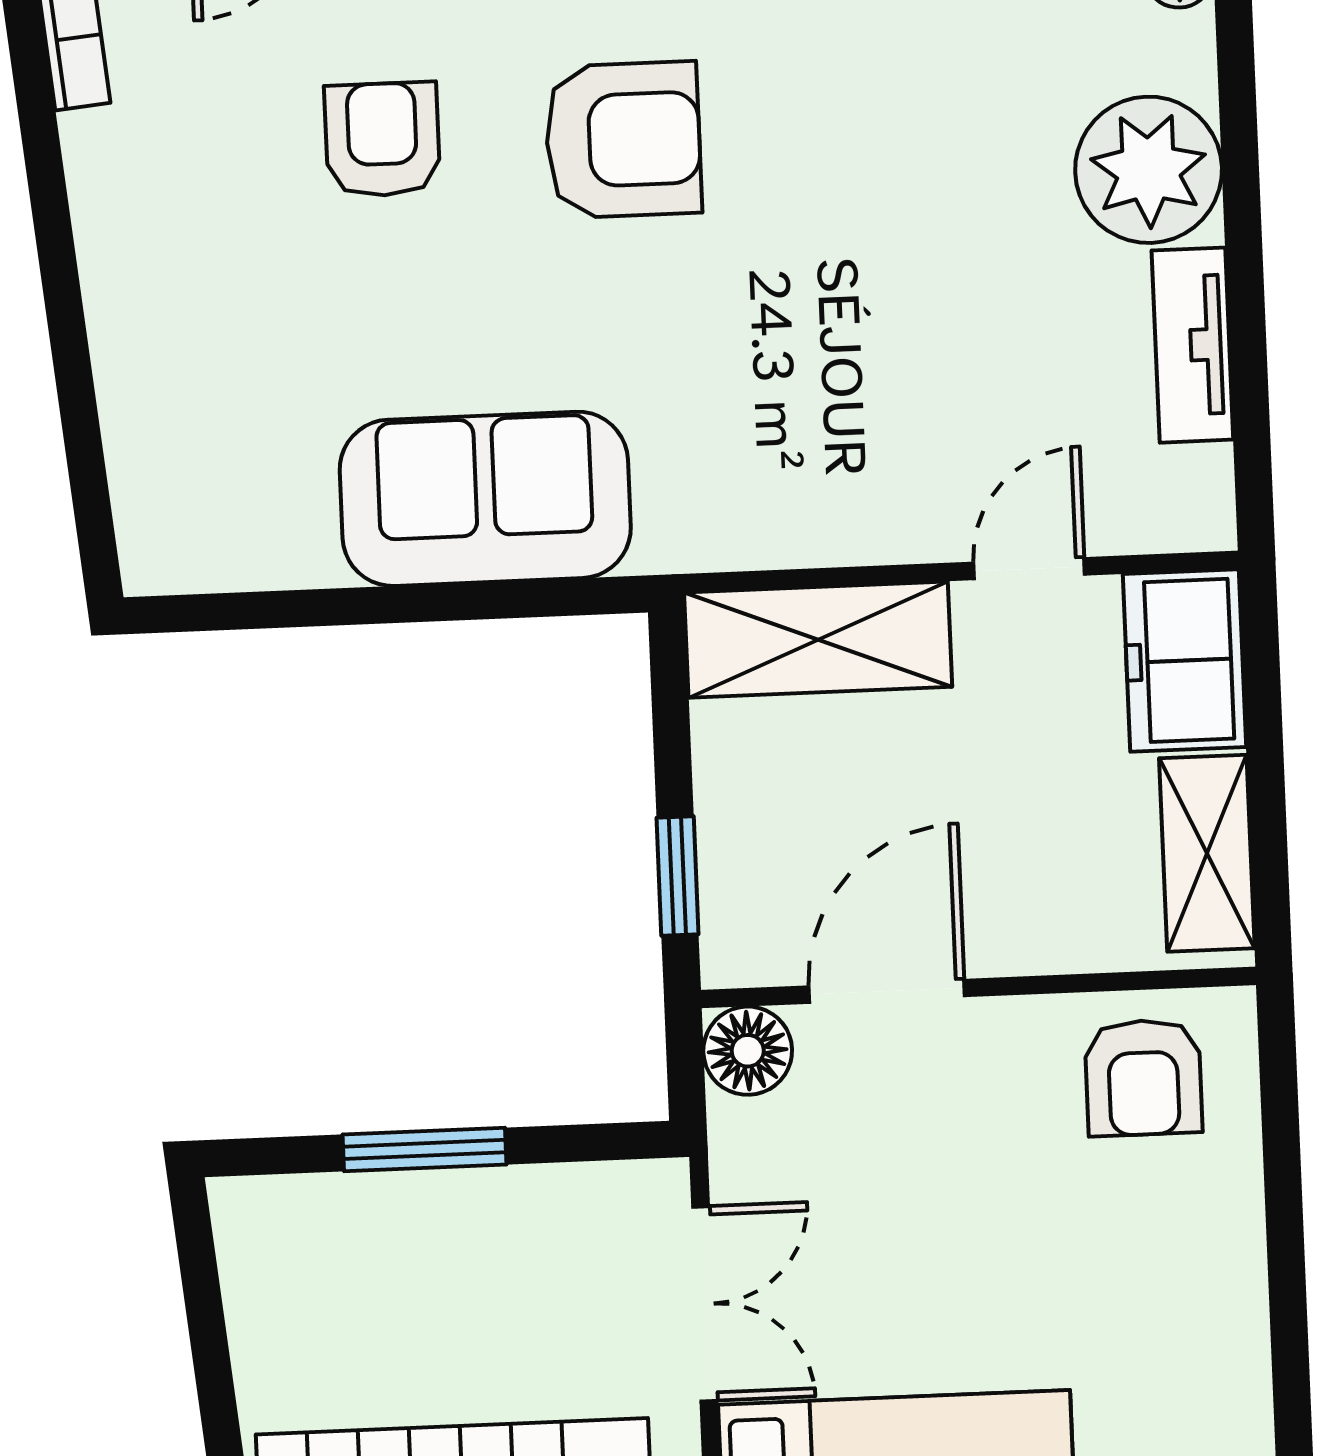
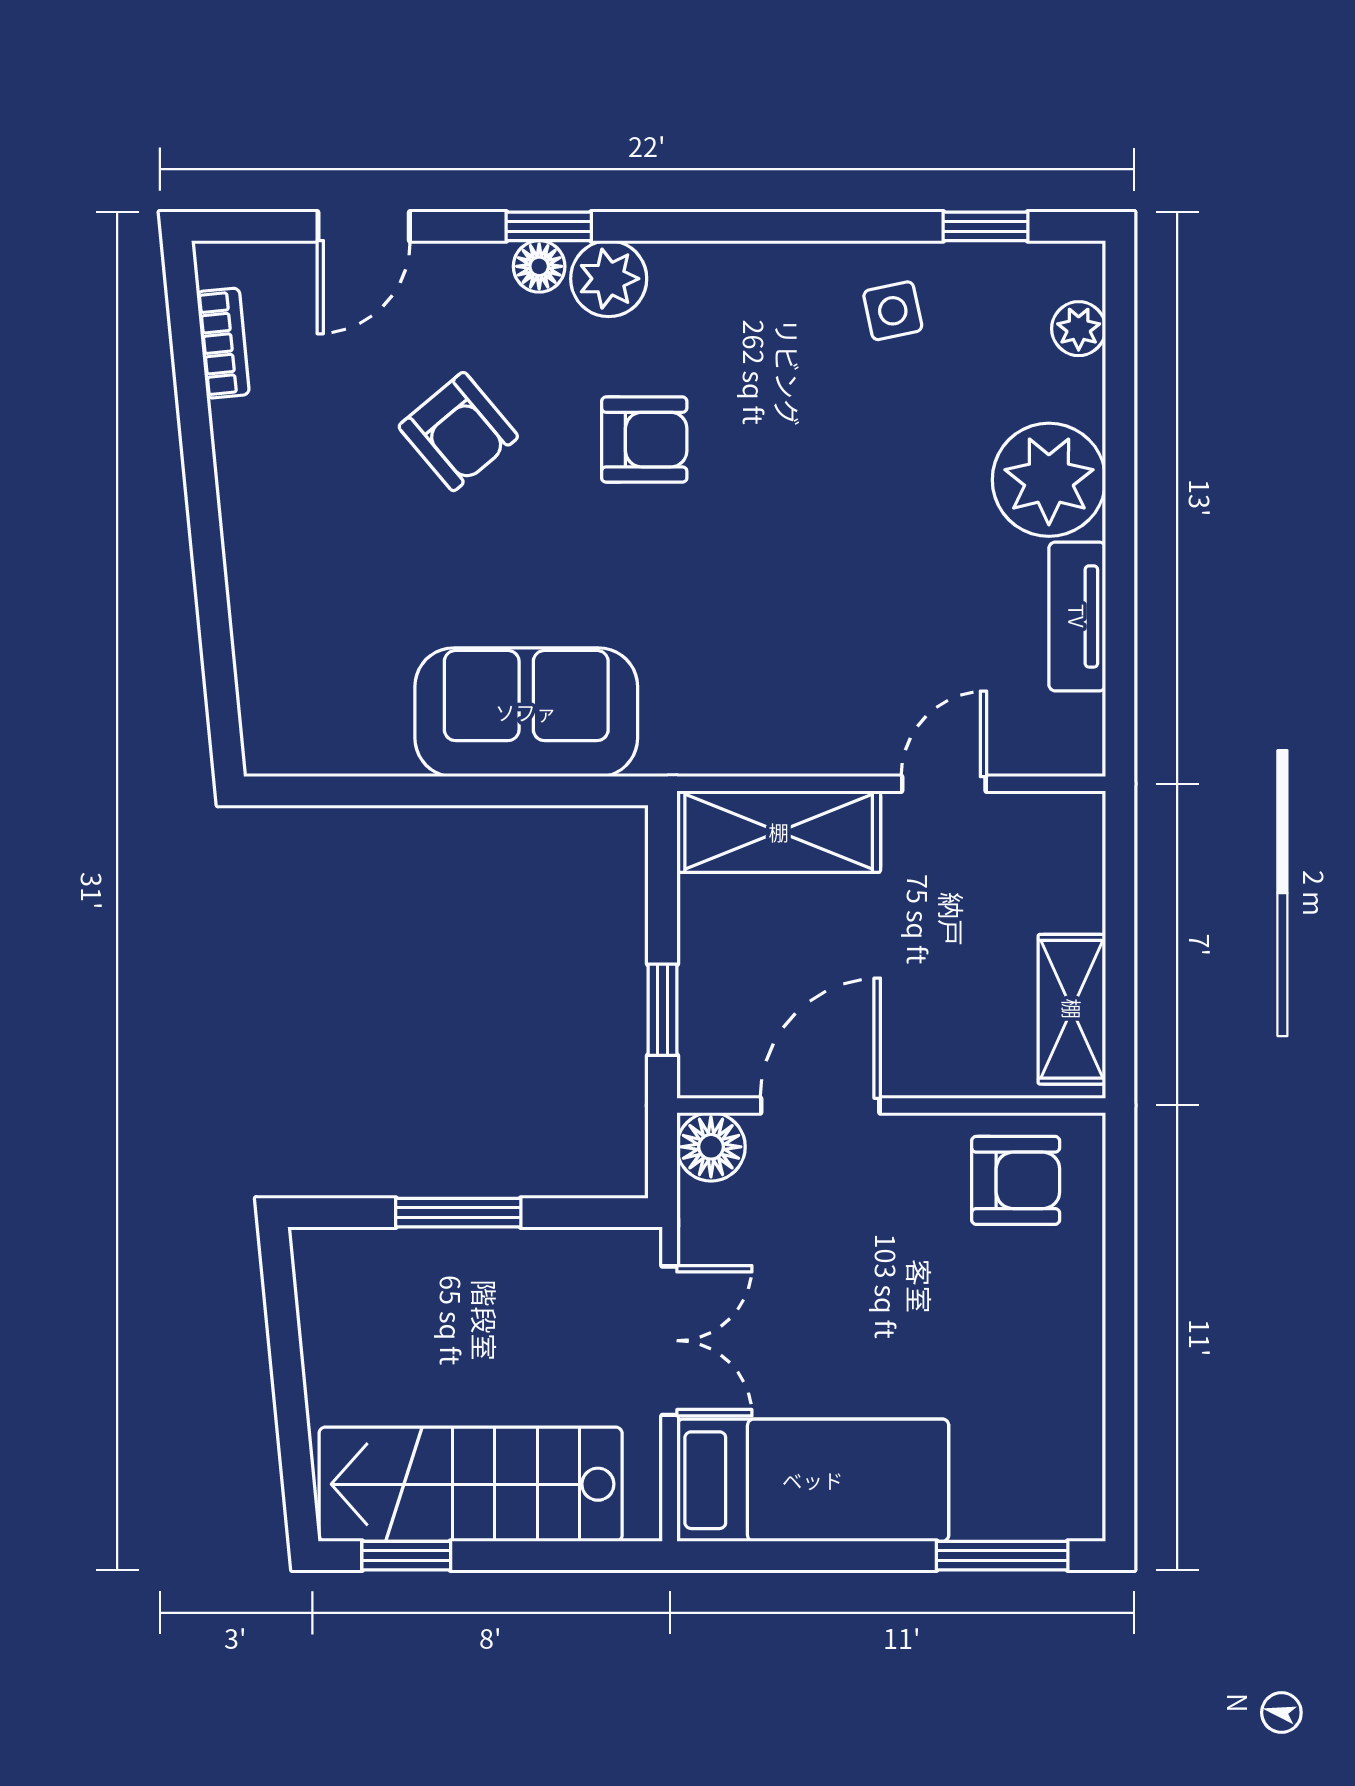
armchair: (382, 139) -> (458, 432), turned 140
armchair: (623, 140) -> (644, 440), width x0.72, depth x0.72
freezer: (1185, 661) -> (1061, 860), removed
armchair: (1143, 1078) -> (1016, 1180), turned -90

